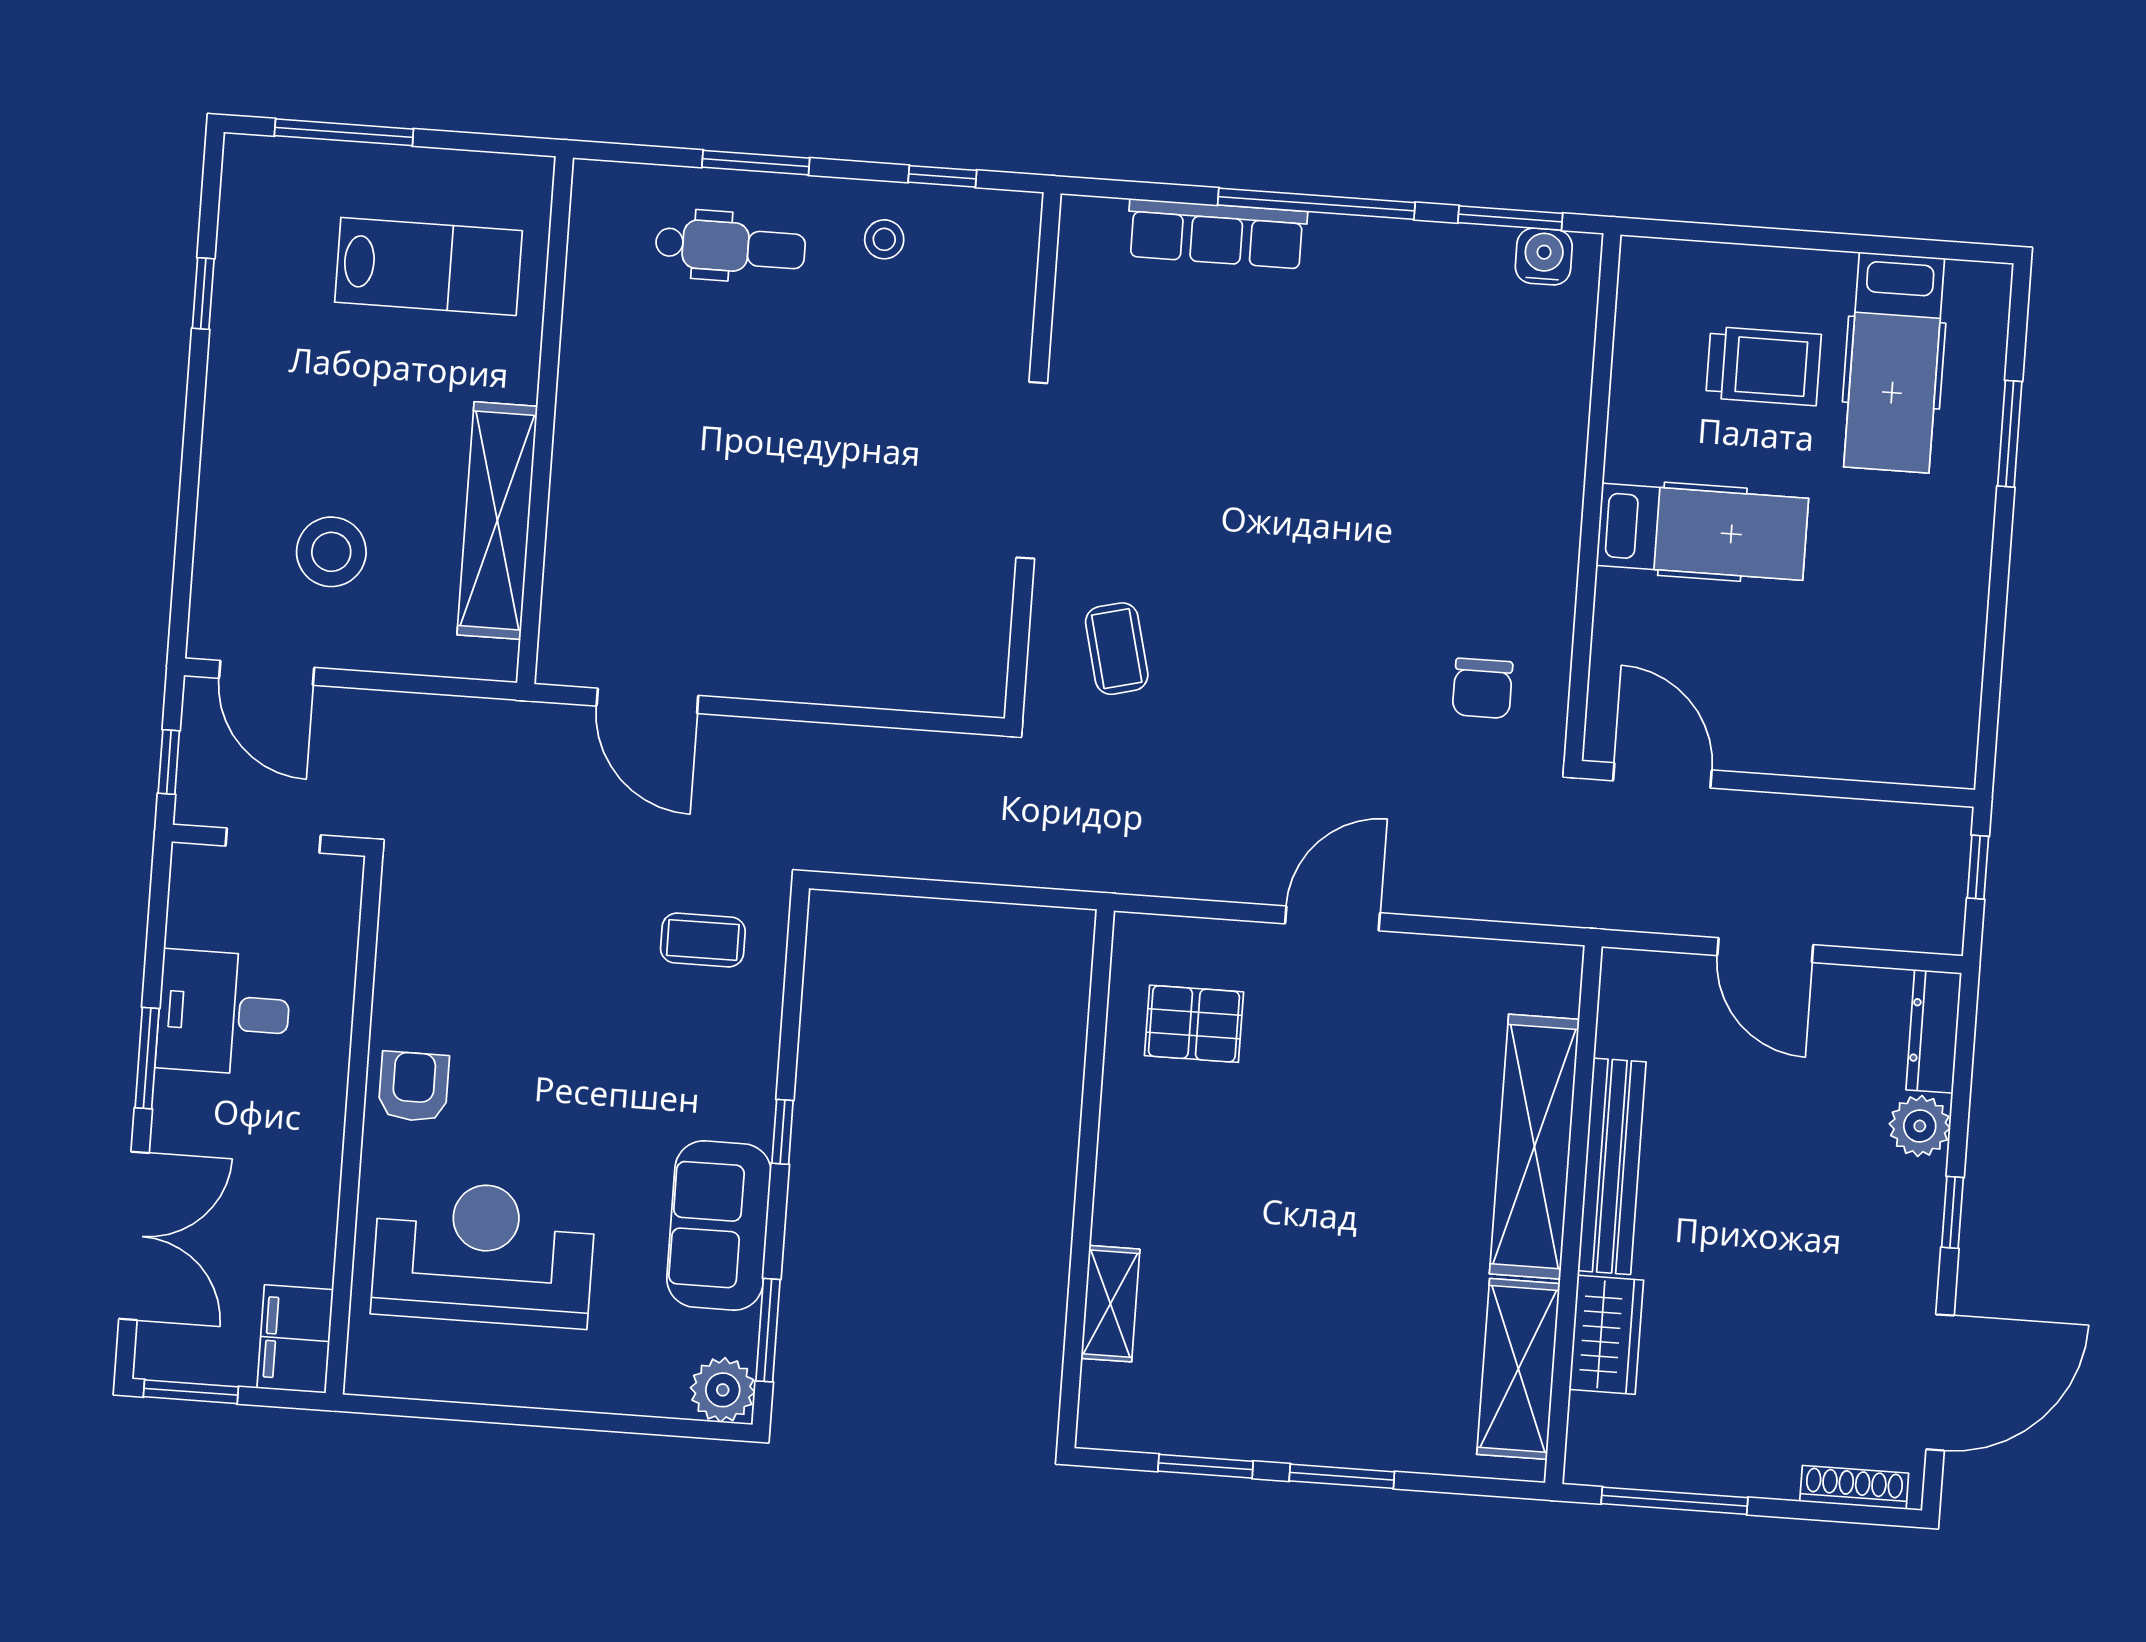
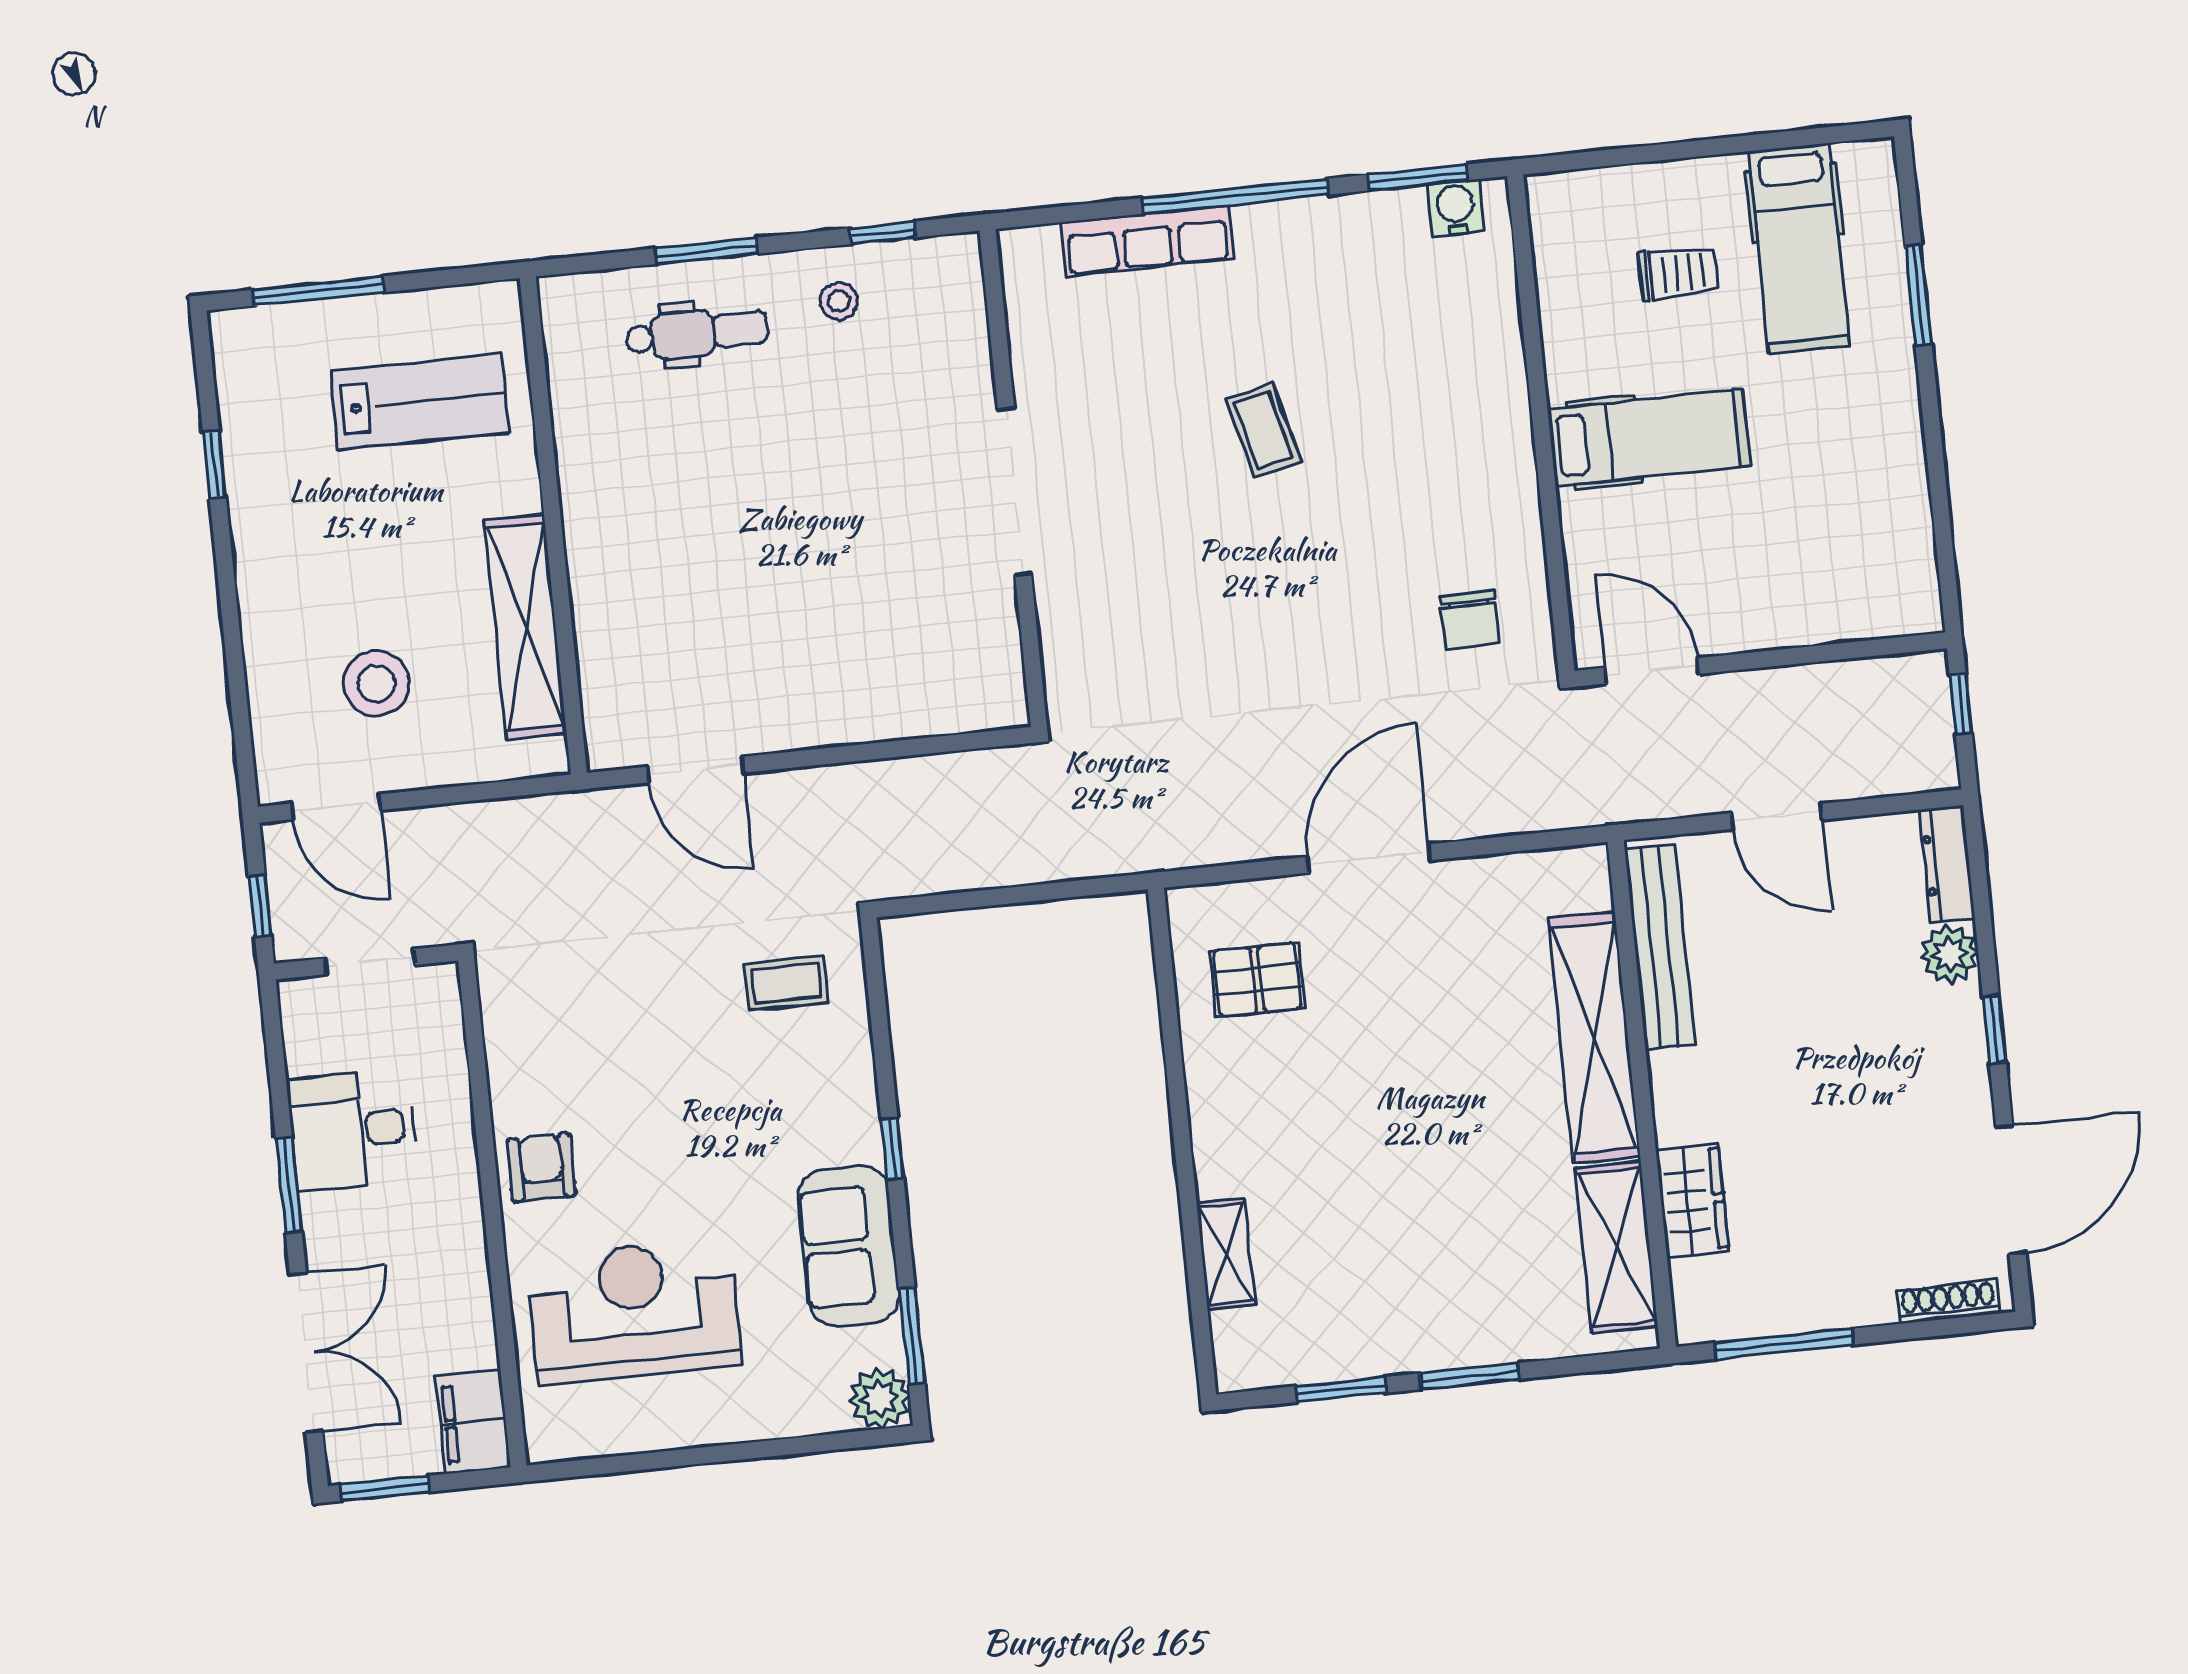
trolley: (1764, 366) -> (1678, 273), width x0.73, depth x0.72
coffee table: (1117, 649) -> (1263, 430), moved
door: (1332, 918) -> (1369, 859), width x1.36
bench: (1612, 1166) -> (1660, 947), moved

